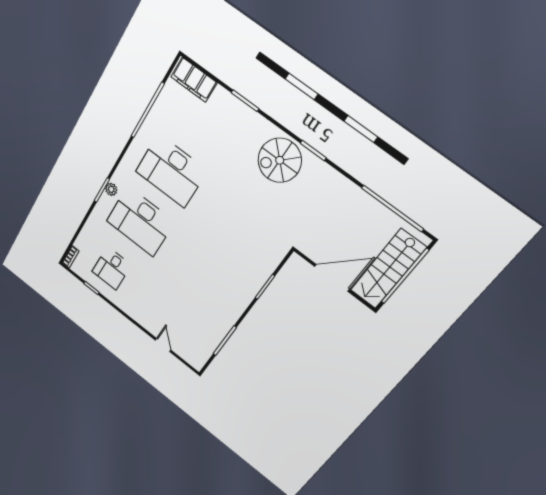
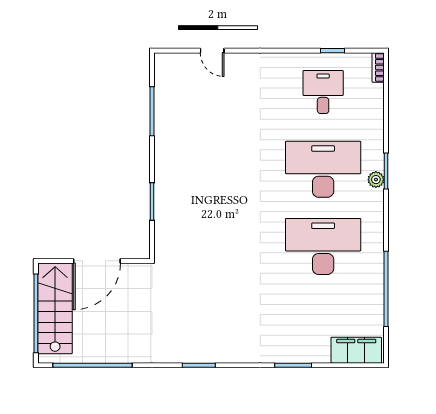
spiral stairs: (280, 160) -> (223, 334), removed

